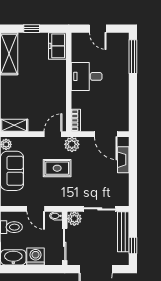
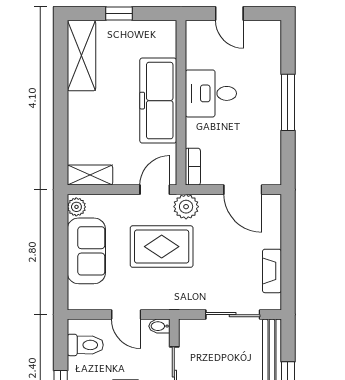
freezer: (57, 46) -> (158, 101), moved, width x1.91, depth x1.26
window: (133, 57) -> (288, 102), moved
fireplace: (123, 160) -> (272, 271), moved
rug: (57, 168) -> (162, 247), width x1.36, depth x1.43
plant: (74, 219) -> (190, 331), removed

